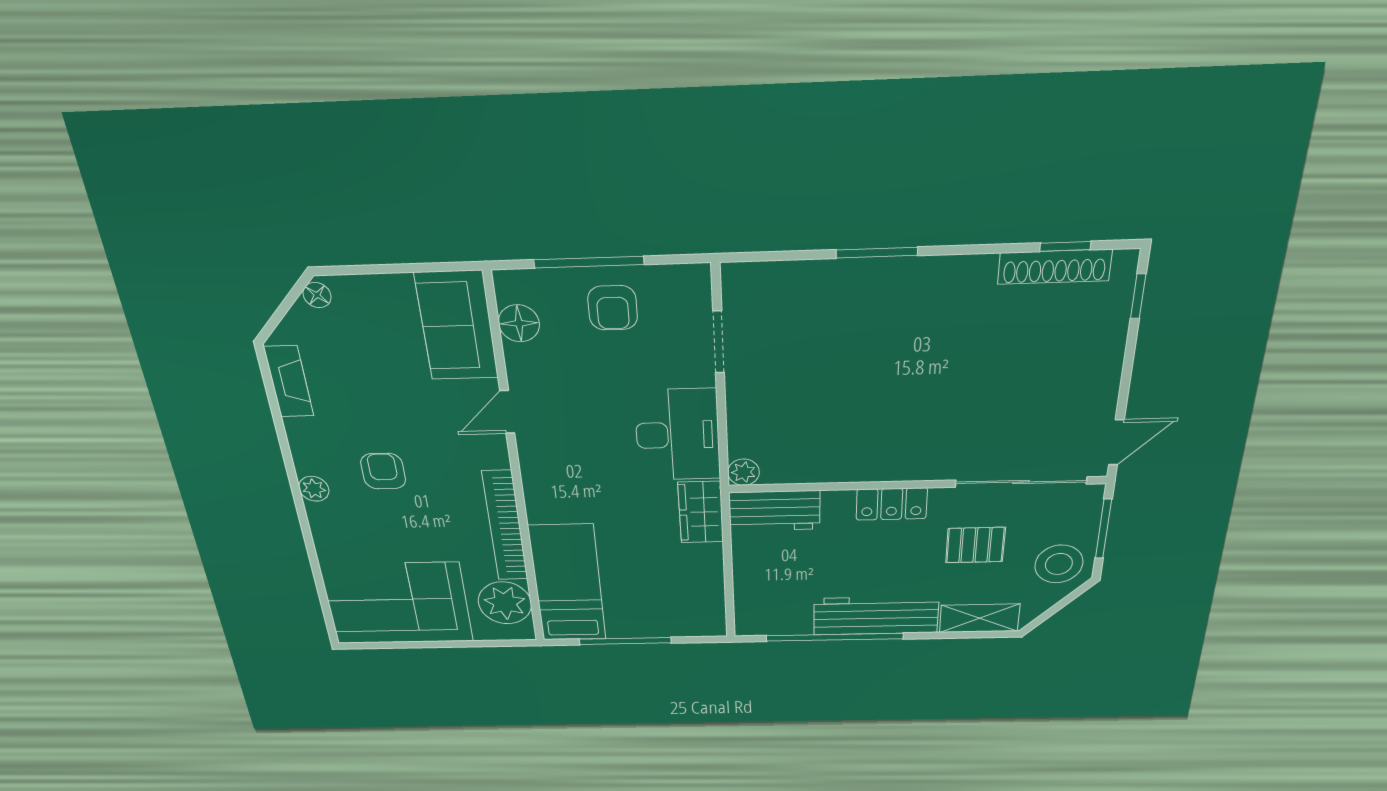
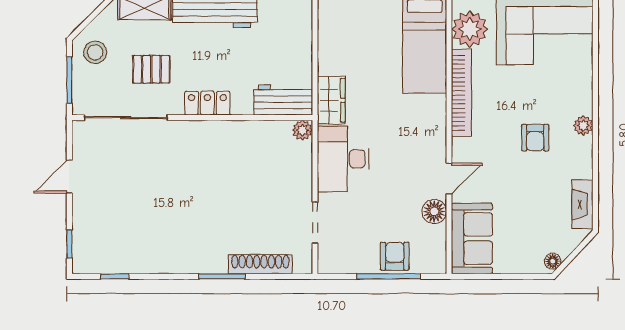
shoe rack: (1055, 267) -> (260, 264), moved
armchair: (613, 308) -> (395, 256), moved
floor lamp: (519, 323) -> (434, 211), moved
door: (1116, 442) -> (69, 177), moved
stool: (1059, 564) -> (95, 52), width x0.73, depth x0.73

